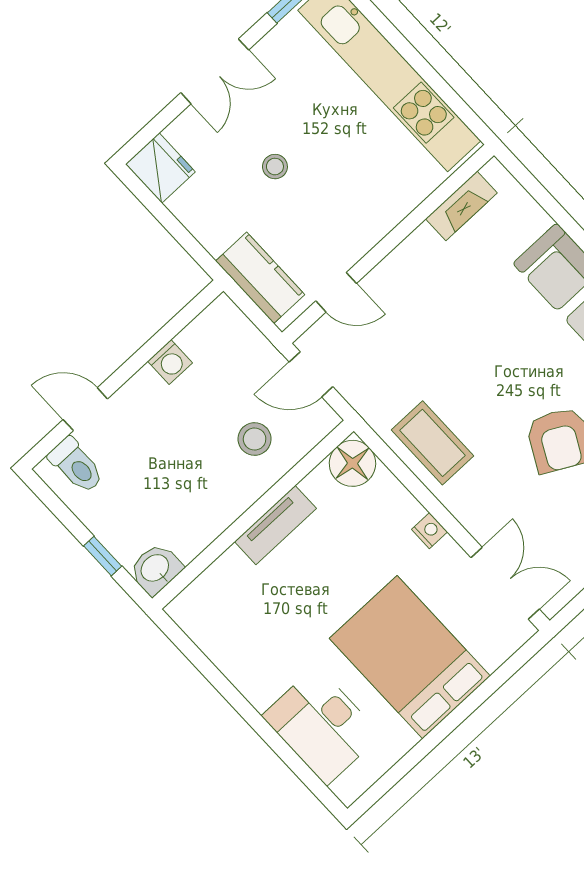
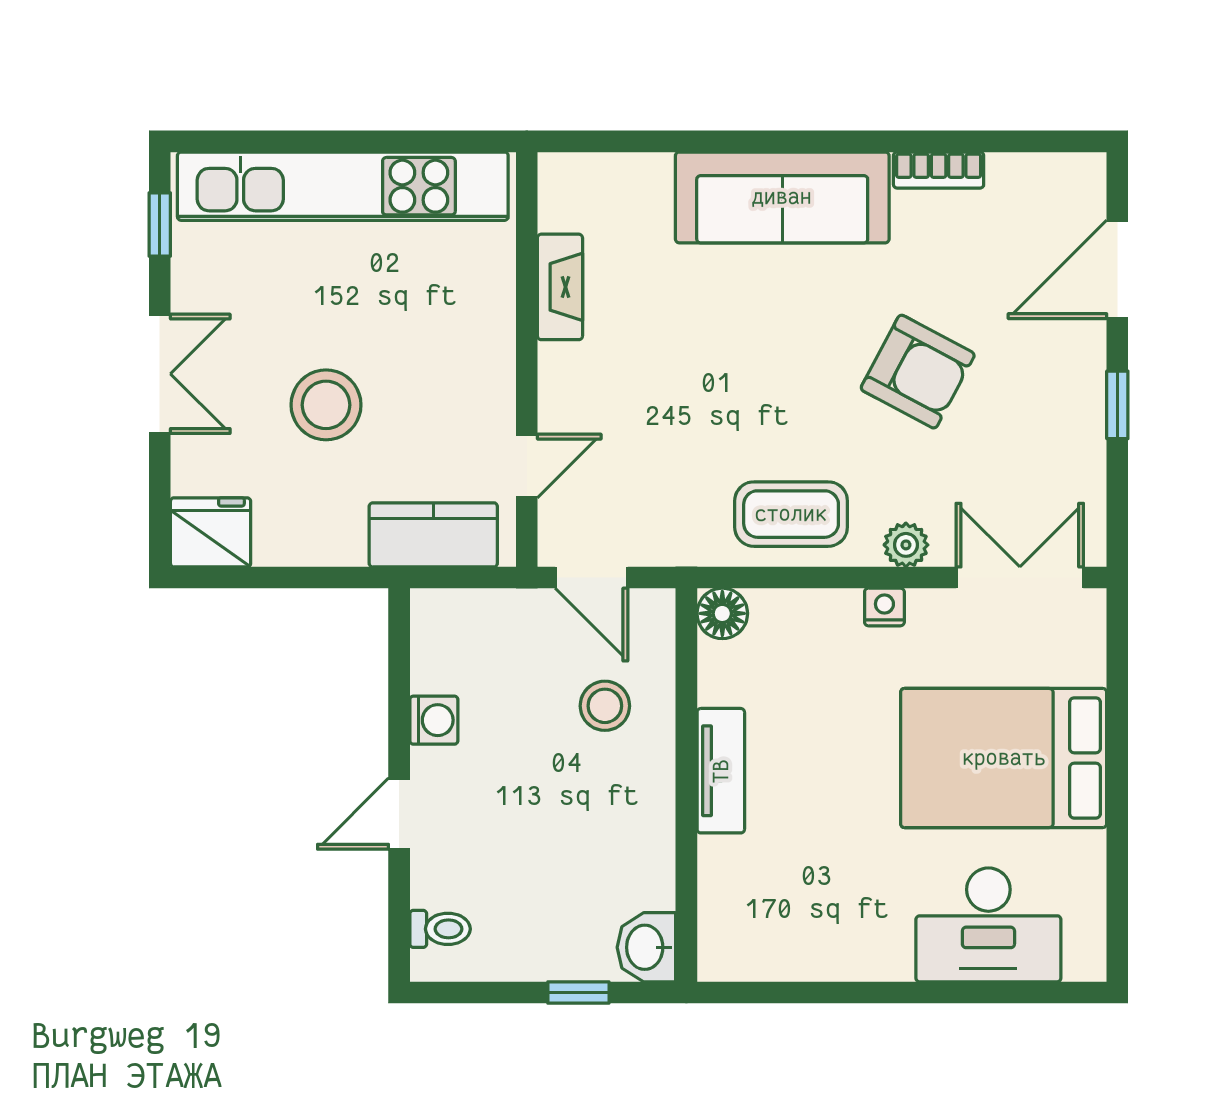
stool: (275, 167) -> (326, 405), width x1.89, depth x1.89
fireplace: (461, 206) -> (560, 287), moved
door: (311, 374) -> (591, 578), hinge flipped
door: (85, 409) -> (399, 814), moved
floor lamp: (352, 463) -> (722, 613), width x0.73, depth x0.73
toilet: (76, 465) -> (440, 929), width x0.73, depth x0.72
plant: (470, 513) -> (906, 545), added

